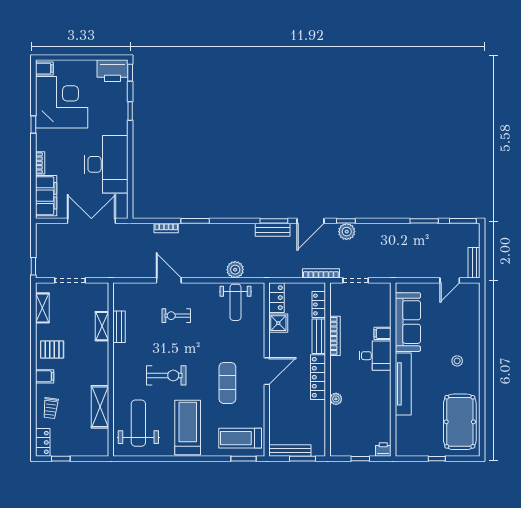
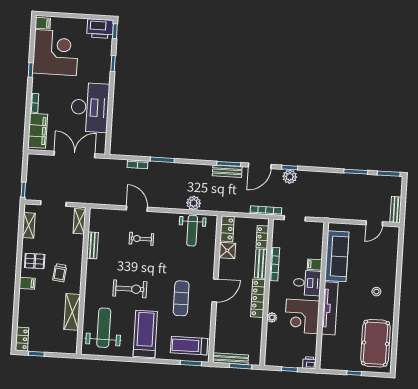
shelving: (102, 326) -> (79, 221), moved
corner desk: (371, 395) -> (302, 316), added
trolley: (51, 408) -> (60, 273), moved

